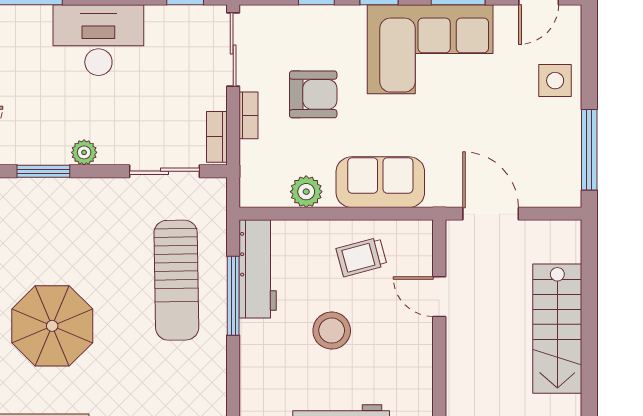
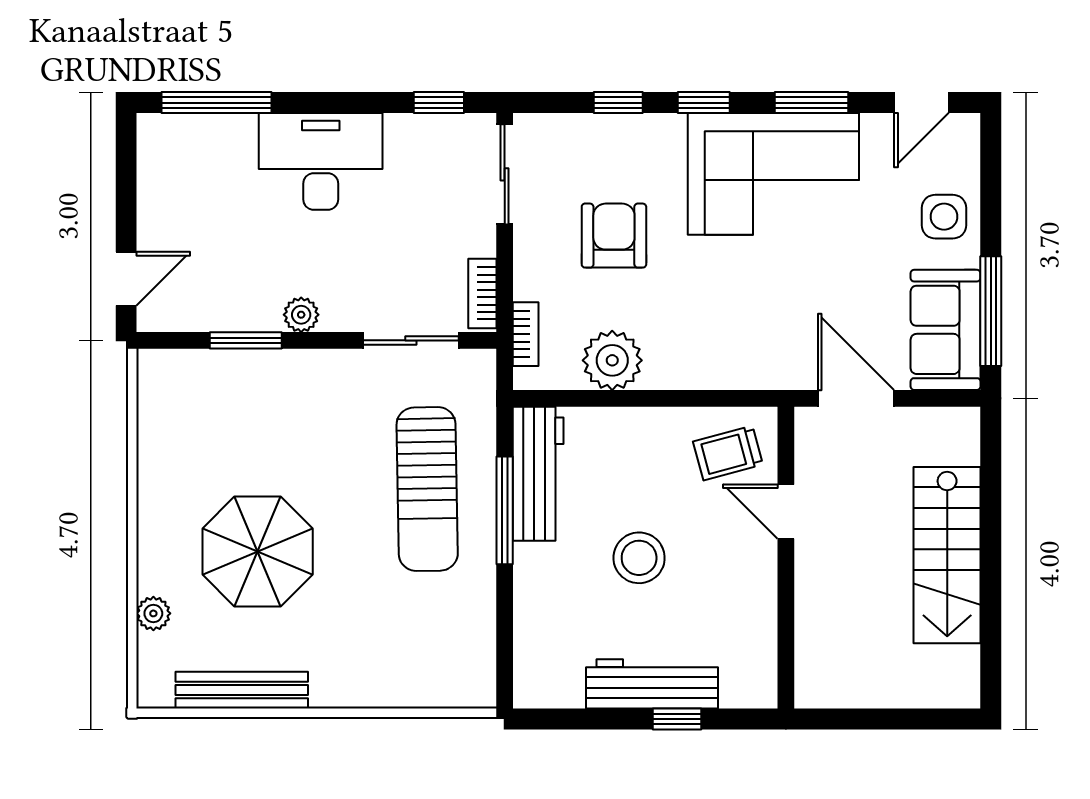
armchair: (313, 94) -> (614, 236), turned -90
bookcase: (249, 115) -> (526, 334), moved
sofa: (380, 182) -> (946, 330), moved, turned -90
plant: (306, 192) -> (612, 360), width x1.36, depth x1.36
trolley: (361, 257) -> (728, 453), moved

